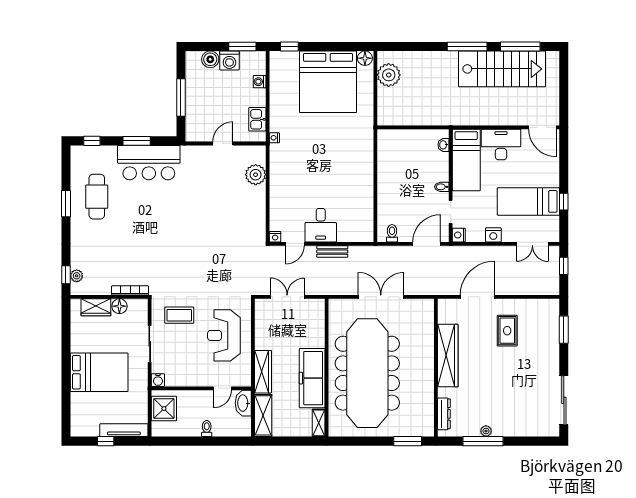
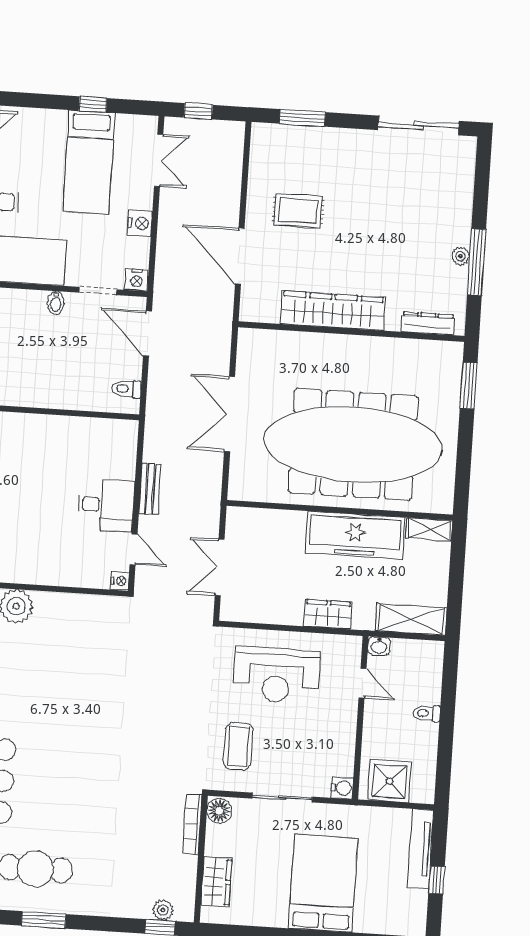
floor lamp: (119, 306) -> (219, 811), moved
wardrobe: (263, 372) -> (328, 614), width x0.67
washbasin: (243, 403) -> (379, 646), width x0.52, depth x0.69

